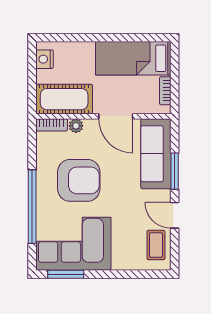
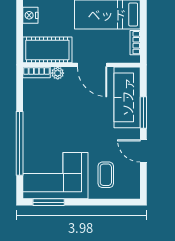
armchair: (79, 180) -> (60, 121), removed
coffee table: (156, 245) -> (106, 175), moved

